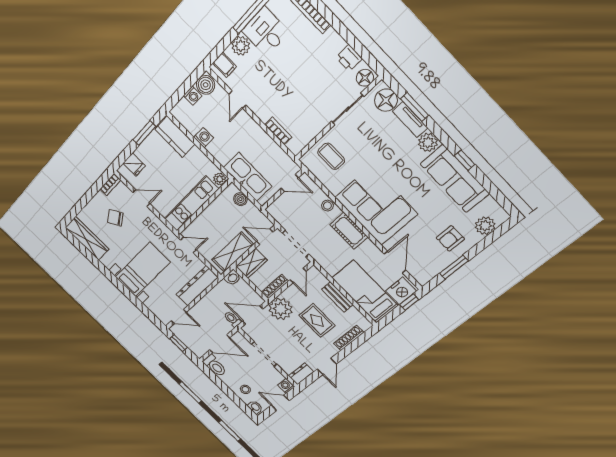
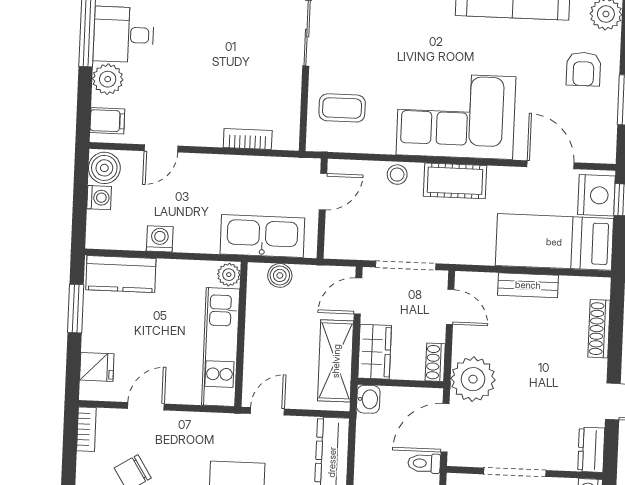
door: (237, 100) -> (161, 148), hinge flipped
shoe rack: (275, 287) -> (435, 362), width x0.70
rug: (317, 320) -> (535, 346), removed

